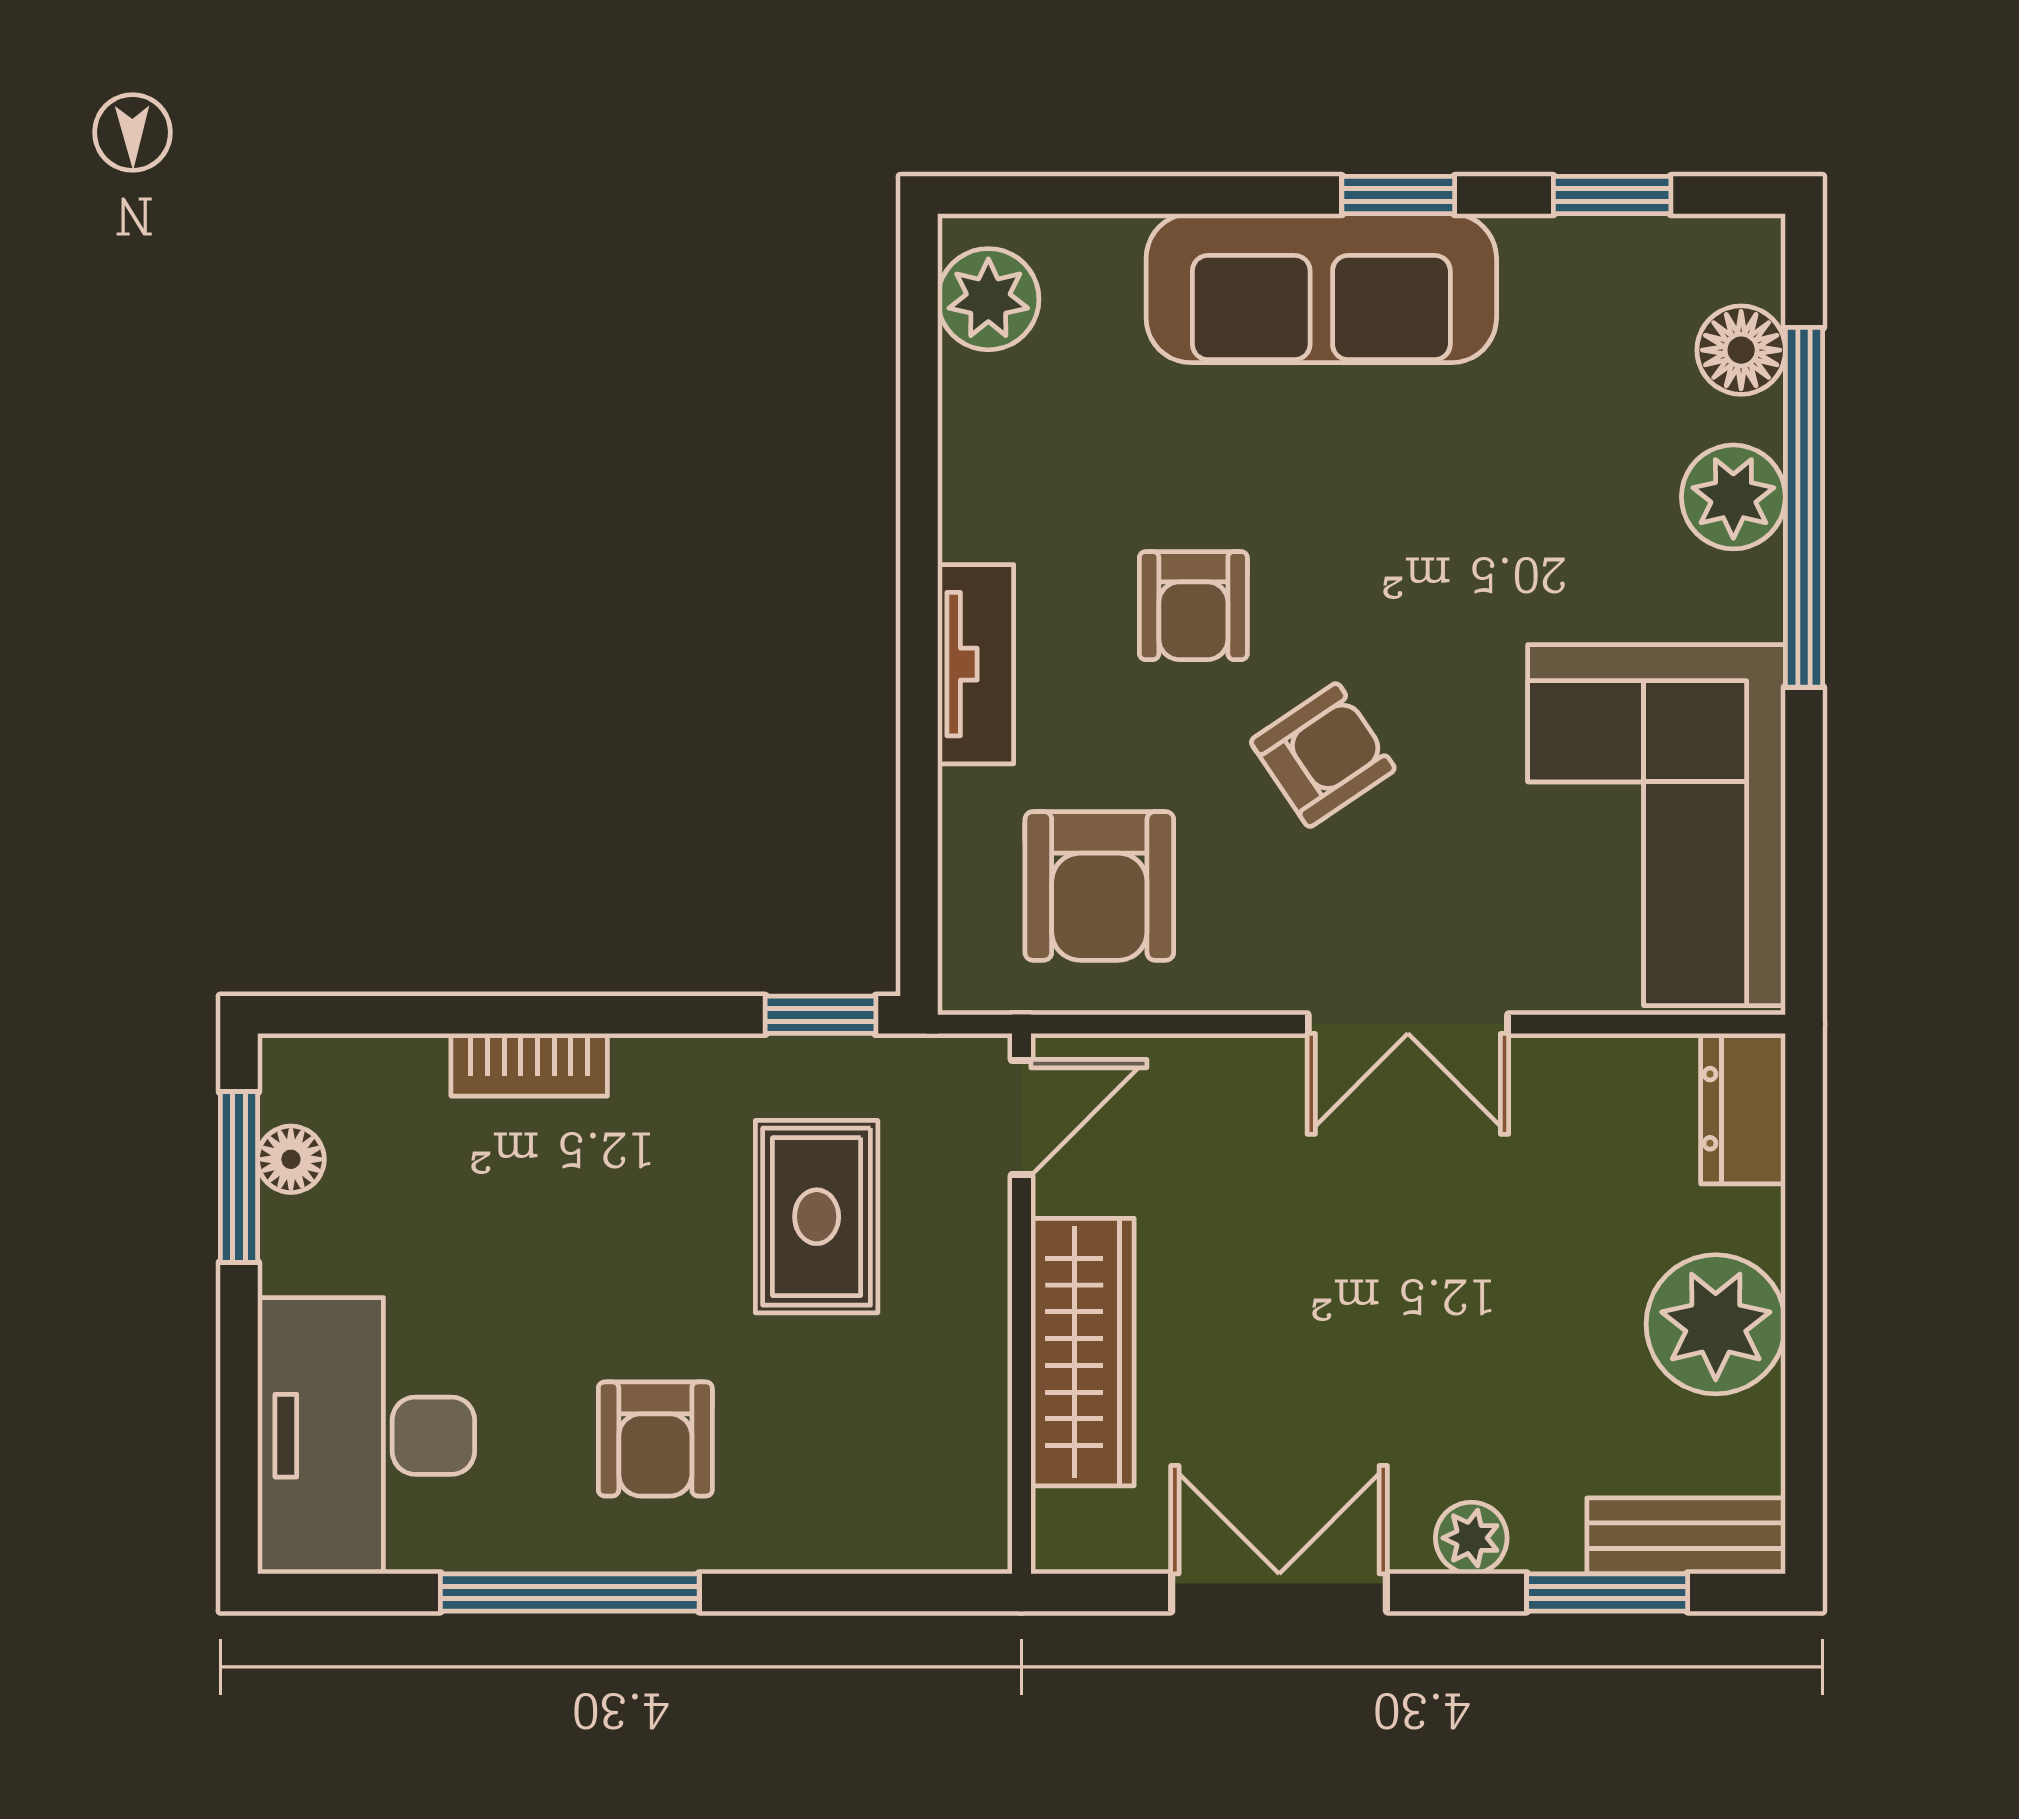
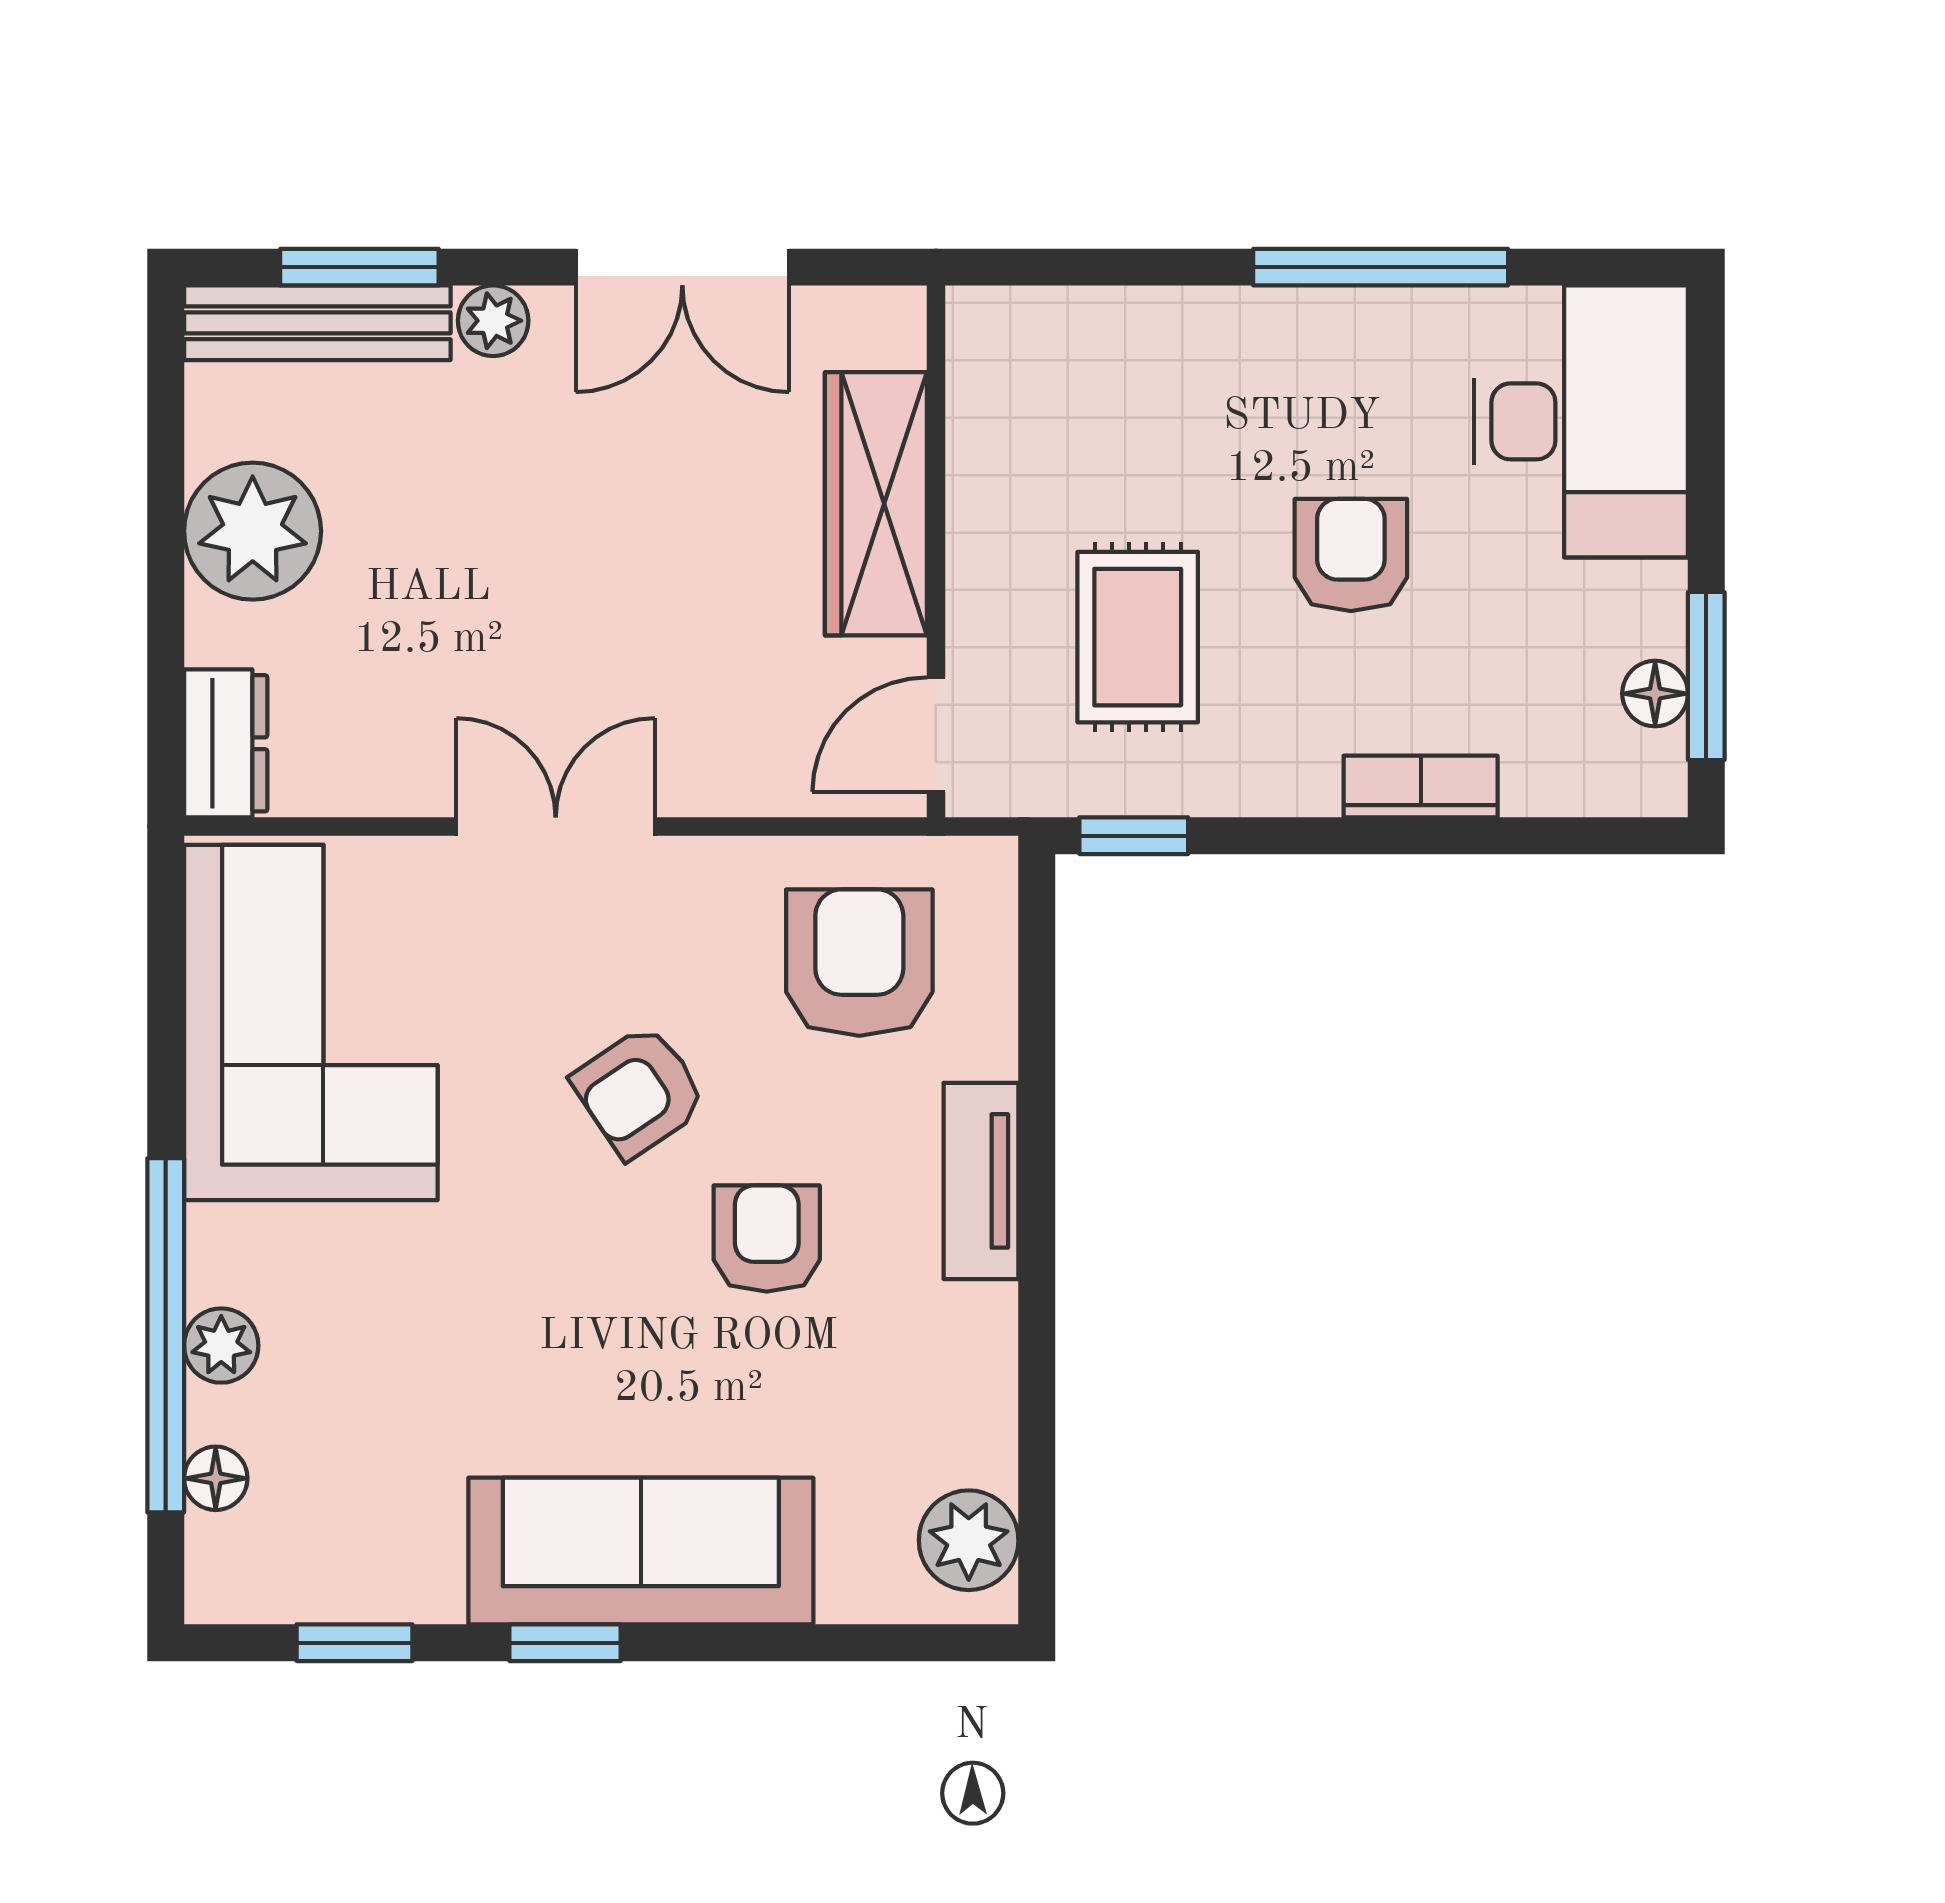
floor lamp: (1741, 350) -> (216, 1478), width x0.73, depth x0.73
plant: (1733, 497) -> (221, 1346), width x0.73, depth x0.73
armchair: (655, 1439) -> (1351, 555), moved
bench: (1686, 1536) -> (317, 323), width x1.36

